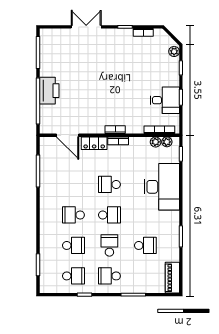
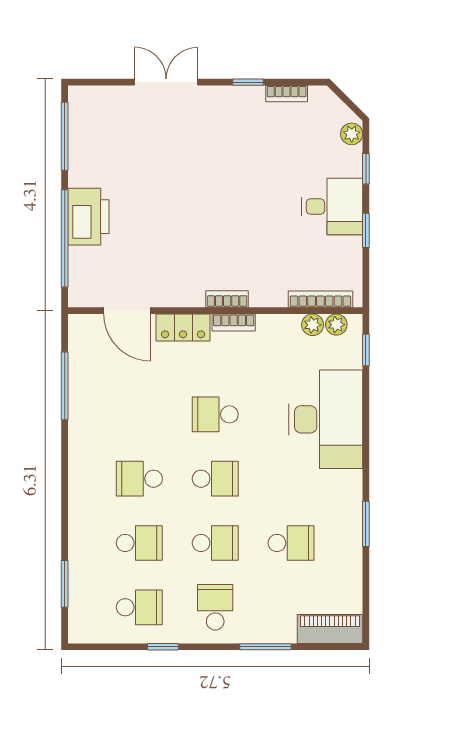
desk: (165, 100) -> (332, 207), moved
school desk: (109, 245) -> (215, 543), turned 90
school desk: (109, 276) -> (215, 607), turned 90
piano: (172, 278) -> (330, 629), moved, turned 90

